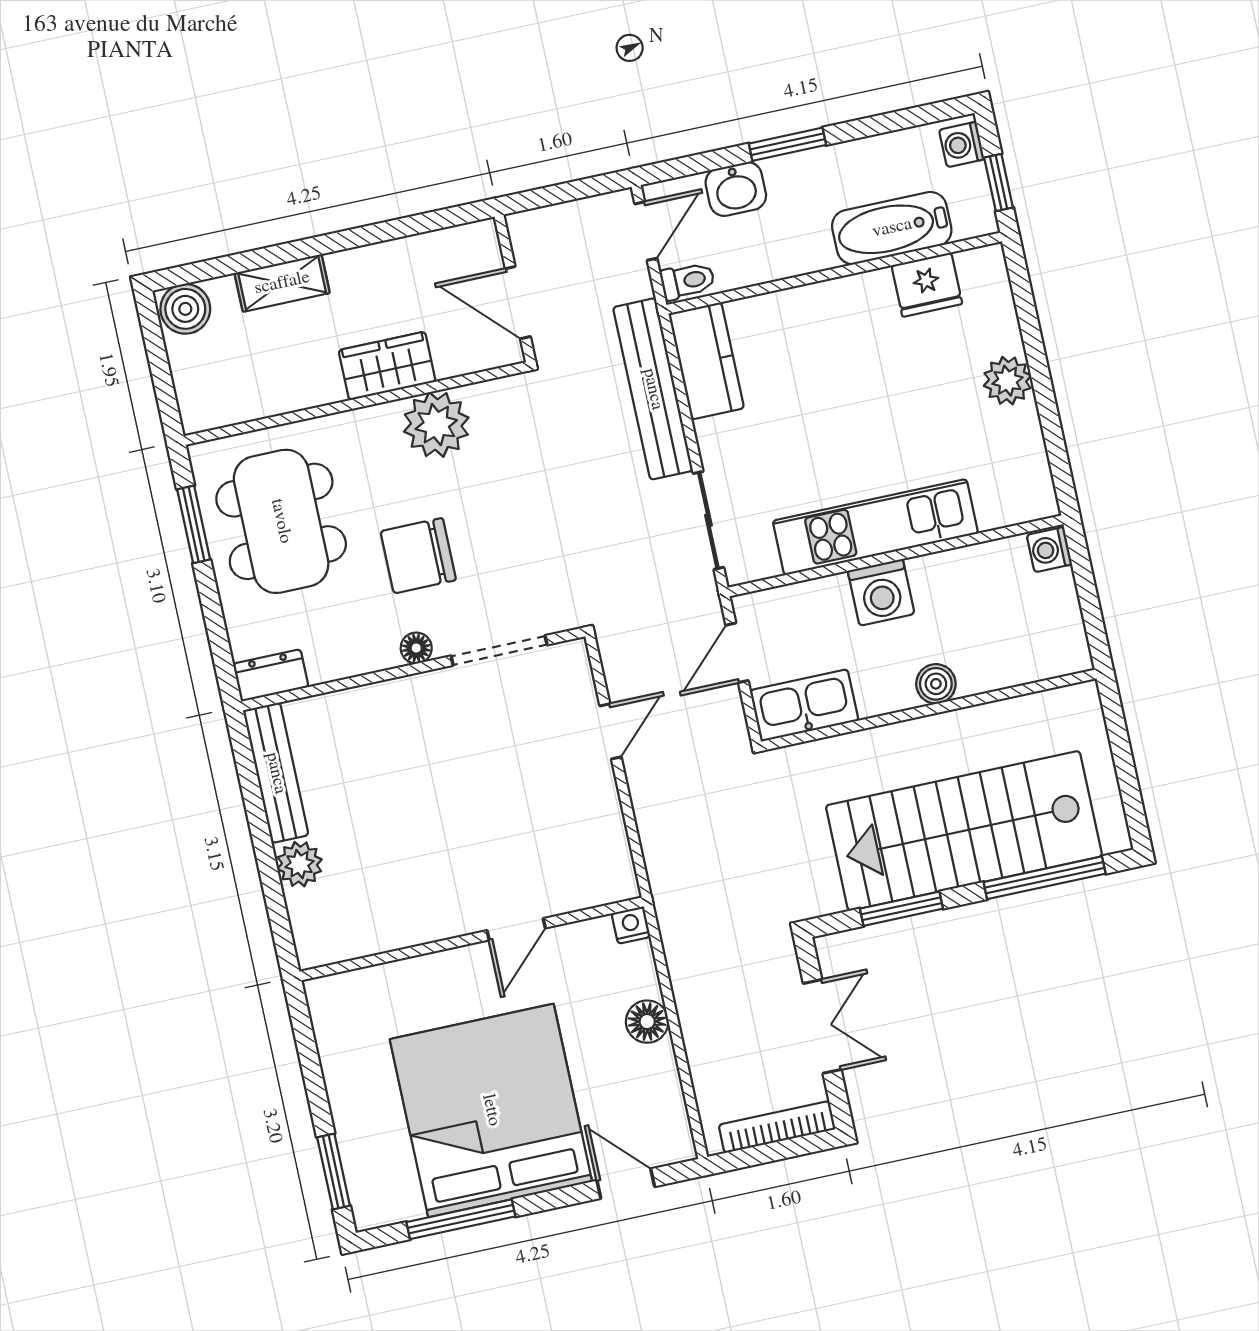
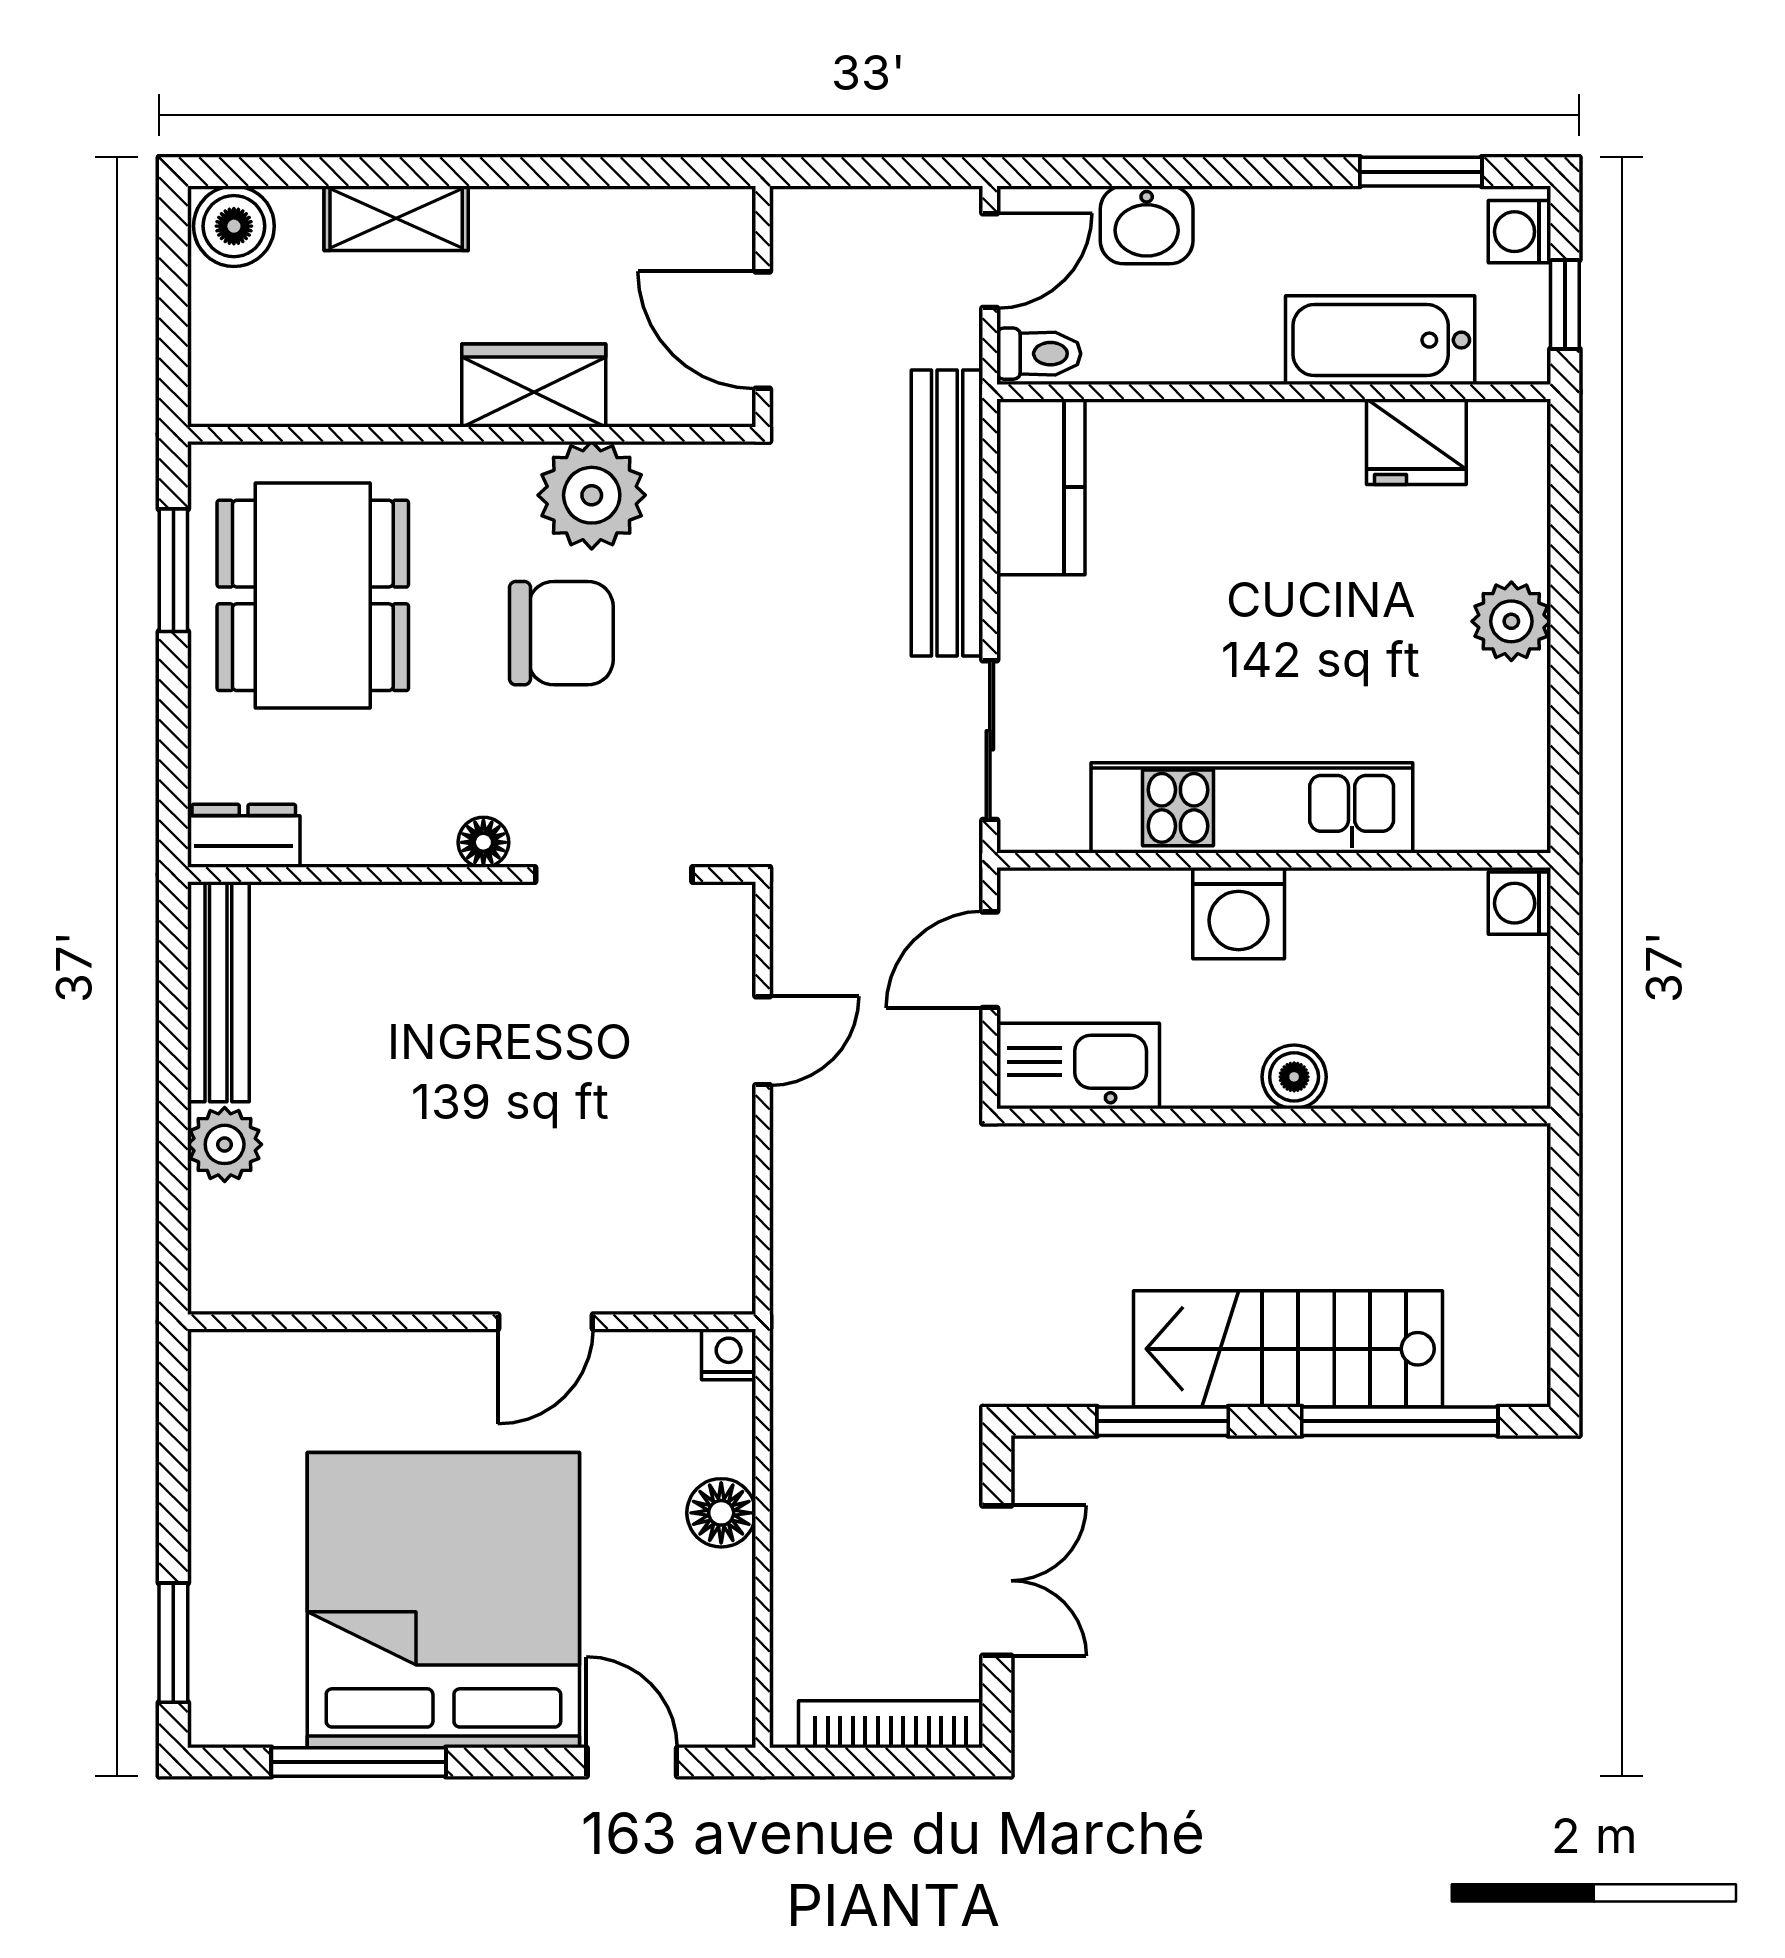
window: (787, 144) -> (1421, 172), moved
chair: (418, 556) -> (561, 633), moved, turned 180
stairs: (964, 831) -> (1288, 1349), width x0.73, depth x0.66

